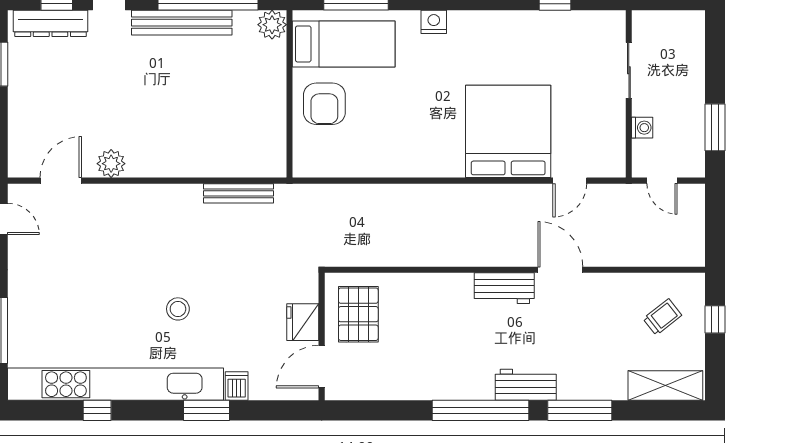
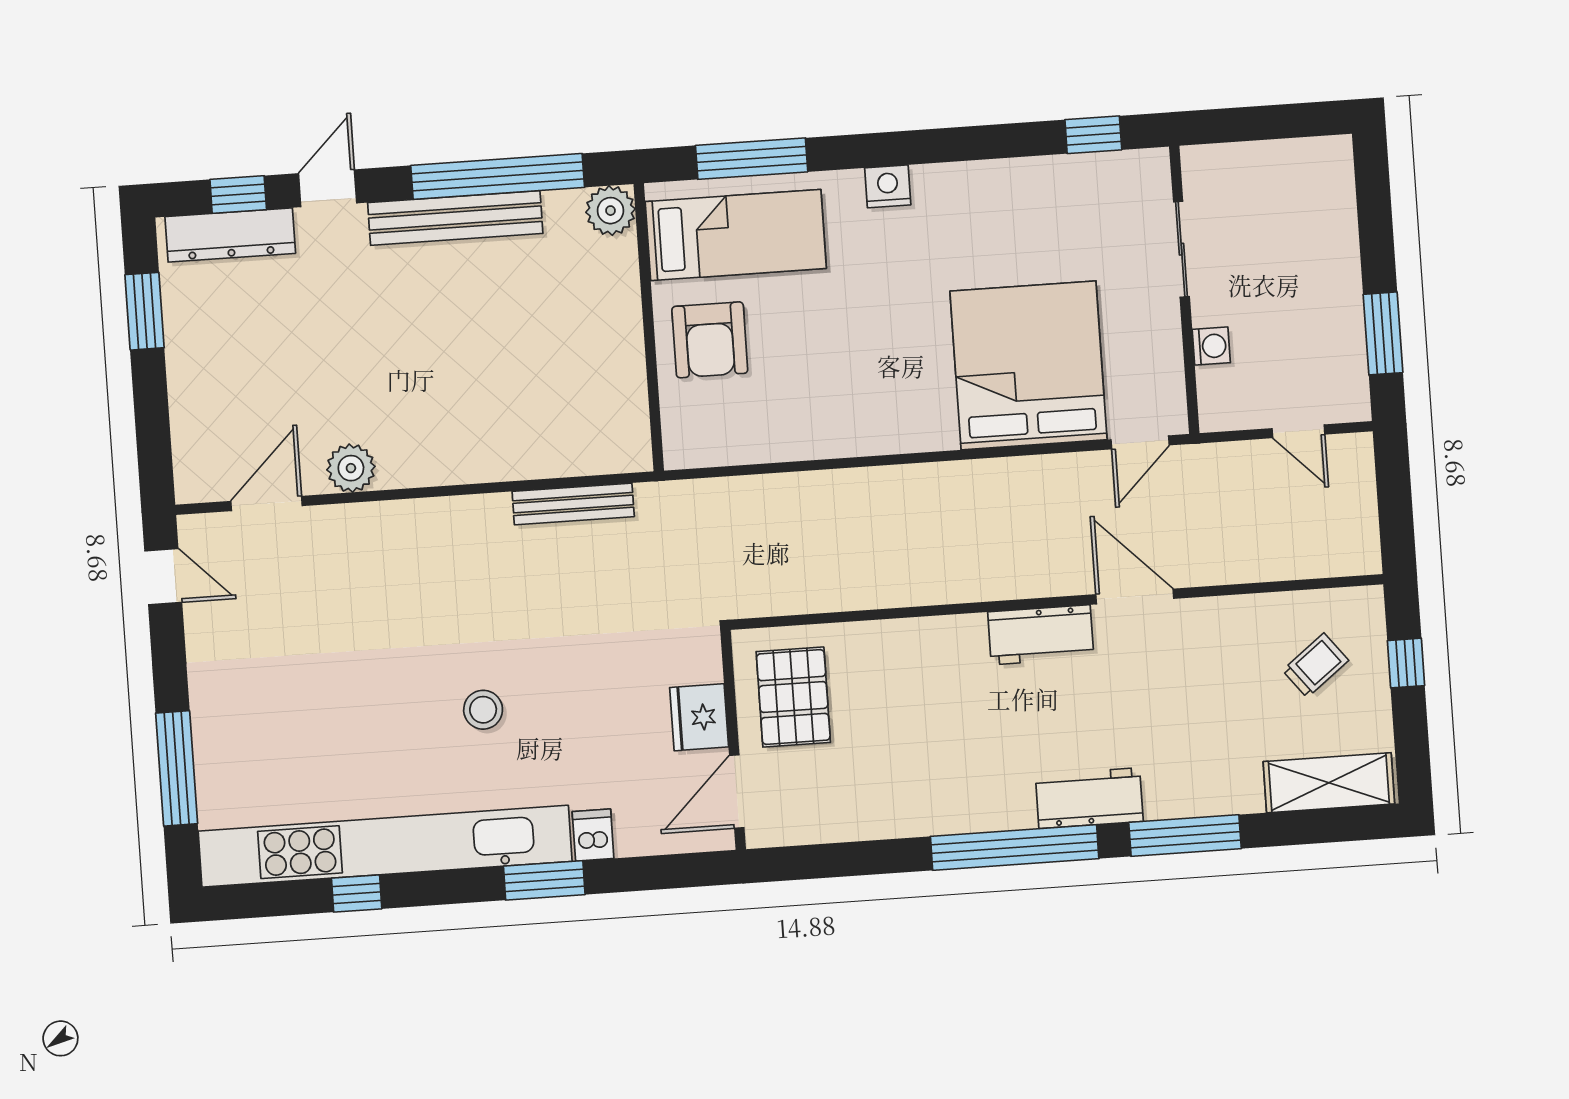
sliding door: (629, 70) -> (1181, 249), moved
wall: (629, 94) -> (1184, 290), moved
washing machine: (642, 128) -> (1211, 346), moved

